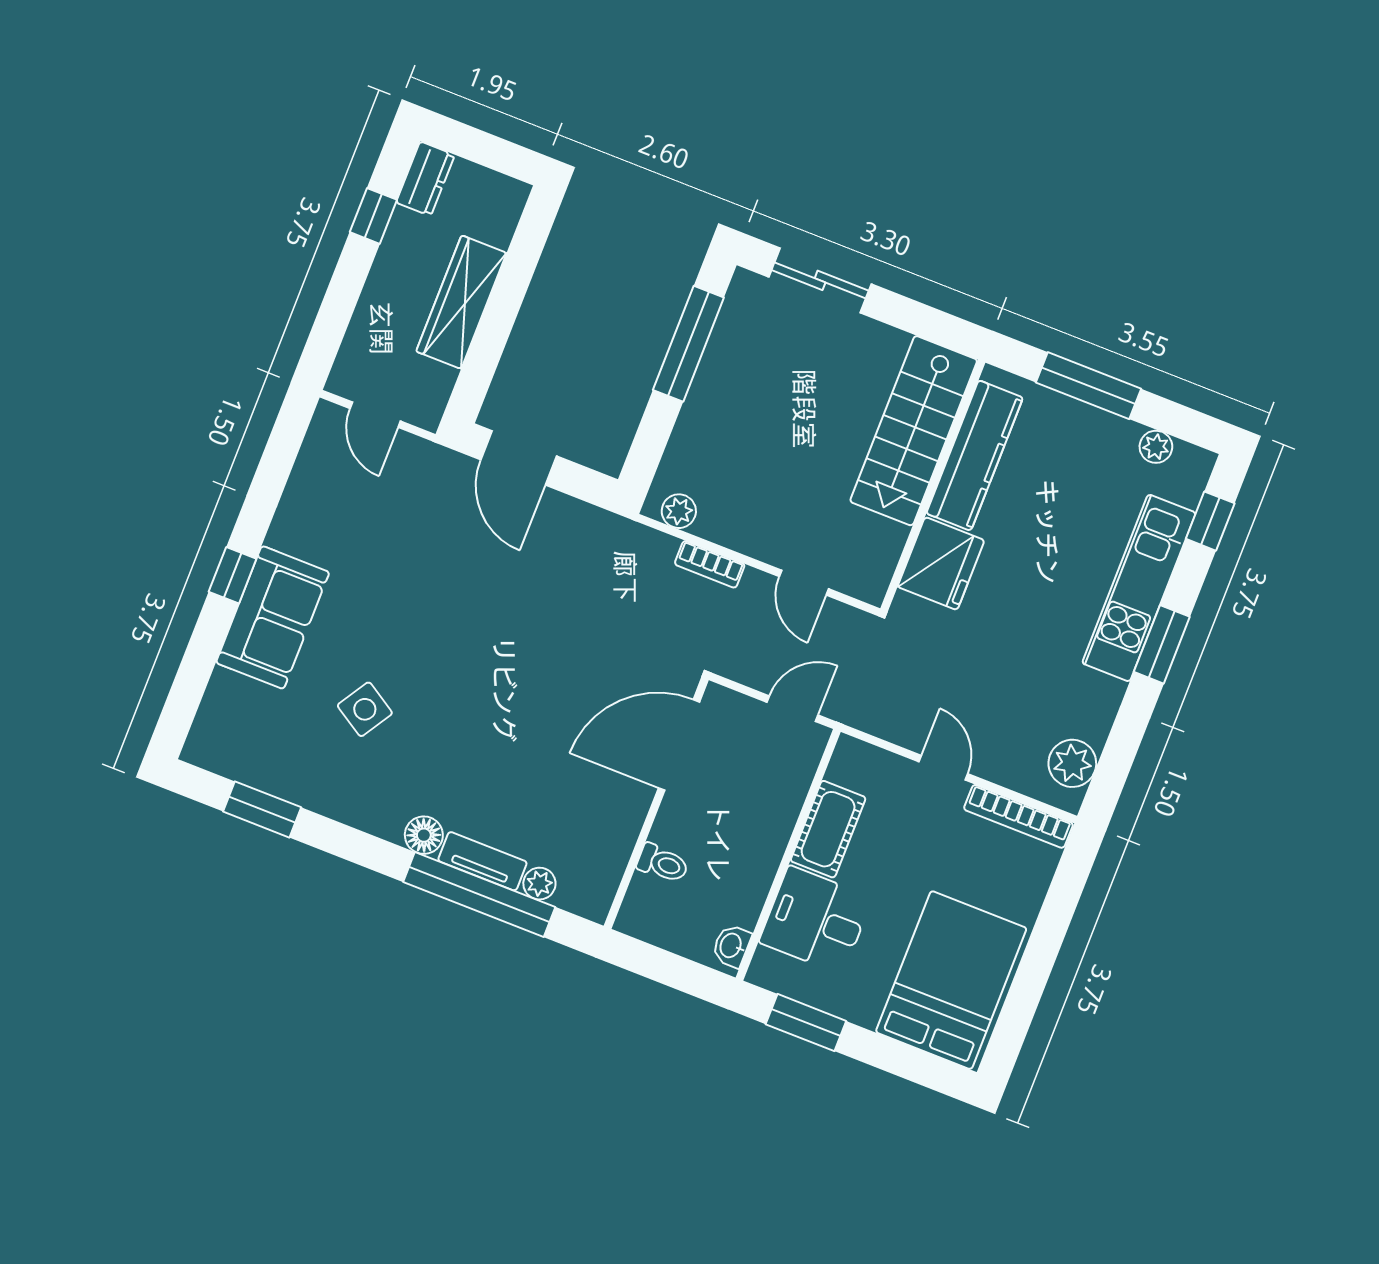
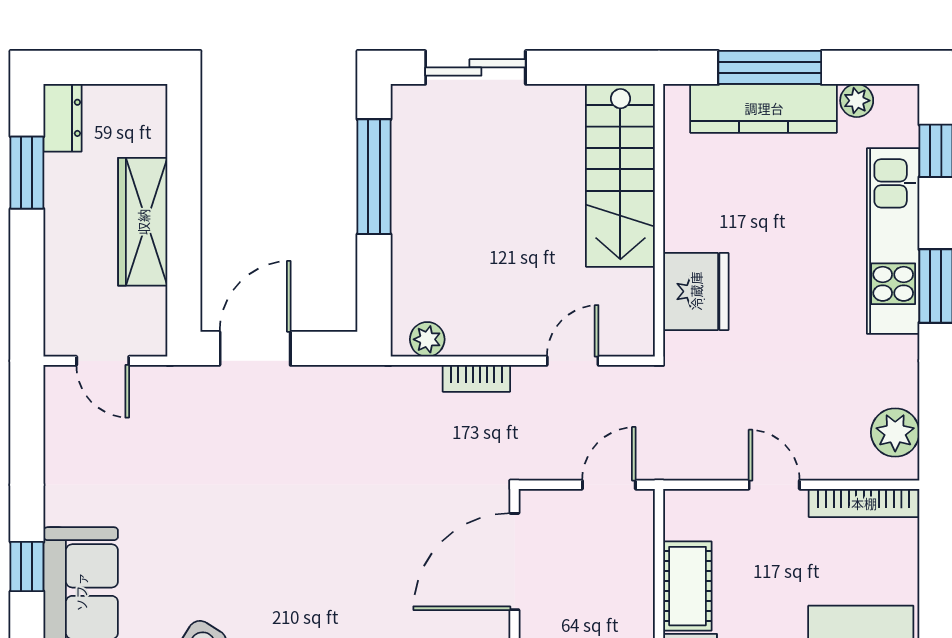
window: (373, 216) -> (27, 173), width x1.50
kitchen counter: (975, 456) -> (764, 108), moved, turned 90
door: (519, 458) -> (255, 348), swing flipped
door: (804, 583) -> (573, 361), swing flipped

